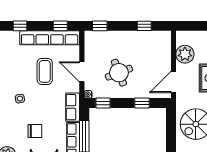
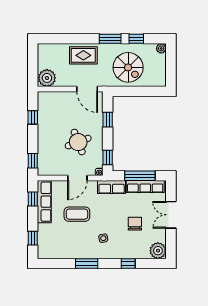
row of seats: (50, 38) -> (44, 202), width x0.73
plant: (185, 54) -> (47, 78), moved

